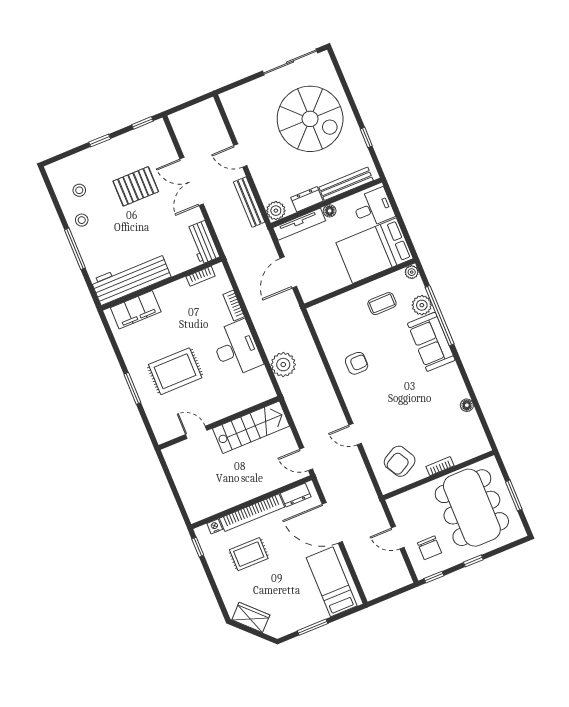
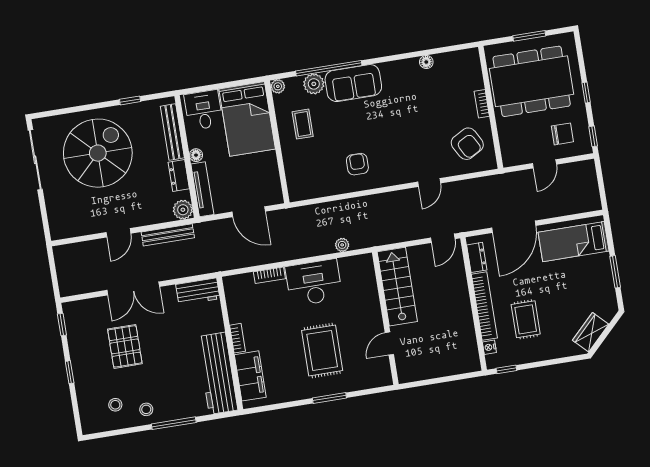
bookcase: (201, 276) -> (237, 338), moved
plant: (283, 365) -> (342, 245), width x0.53, depth x0.53

